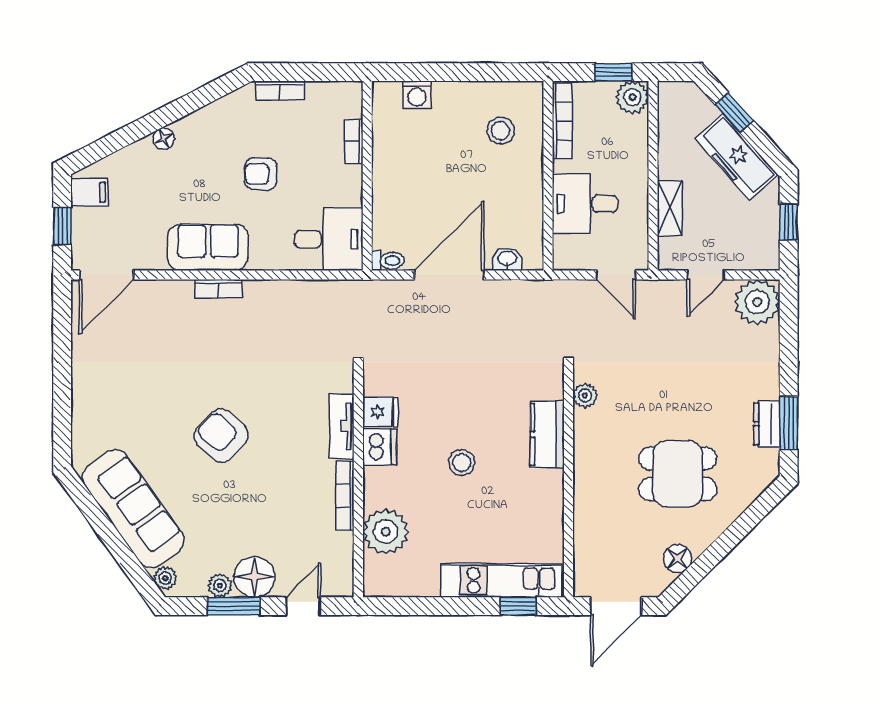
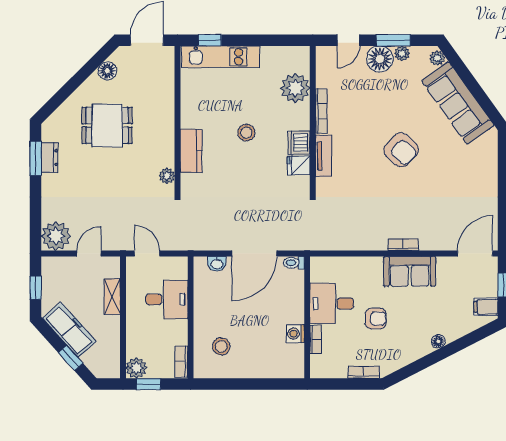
washing machine: (417, 95) -> (295, 334), moved, turned -90
bookcase: (562, 121) -> (181, 362), width x0.64
desk: (329, 239) -> (332, 303), moved

